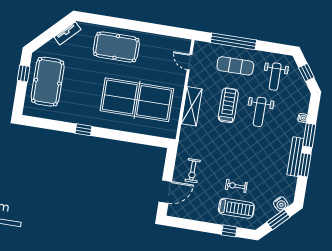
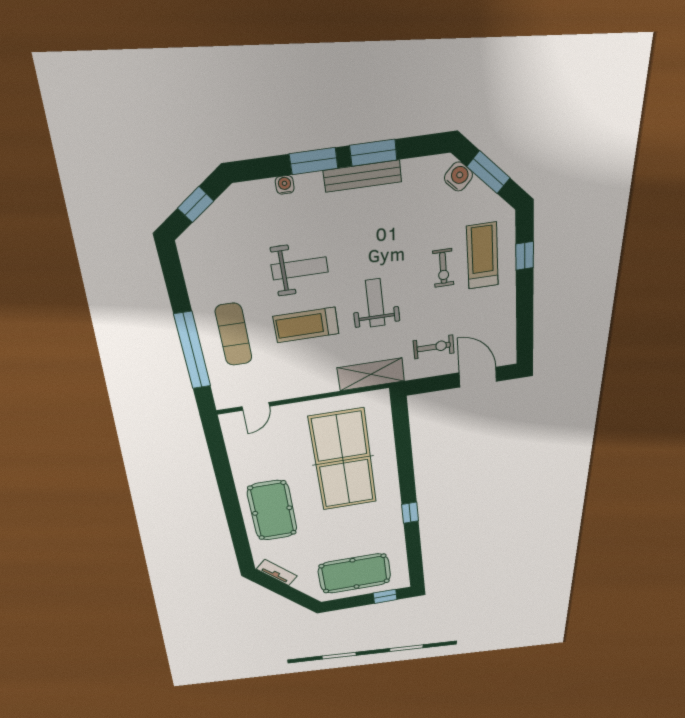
window: (24, 73) -> (385, 596), moved
weight bench: (275, 77) -> (375, 303), moved, turned -90
shelving: (192, 106) -> (371, 374), moved

